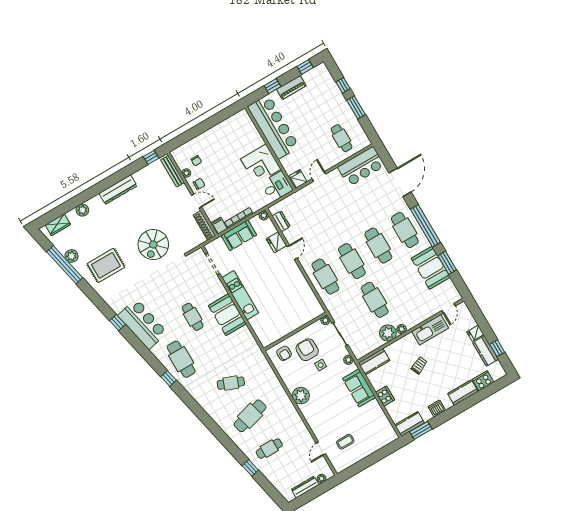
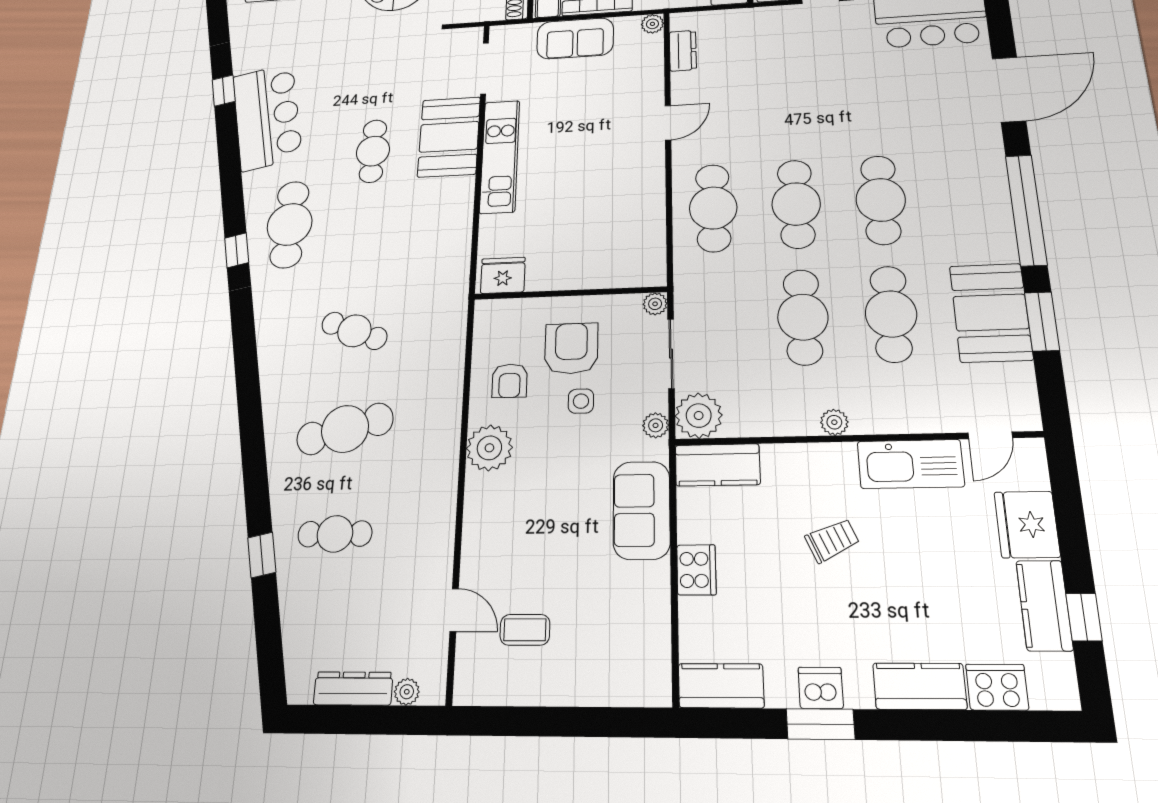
cafe table: (405, 230) -> (891, 314), moved
fridge: (276, 242) -> (503, 275), moved, turned 90
booth: (227, 315) -> (449, 137), moved
plant: (388, 333) -> (699, 416), moved
fridge: (475, 333) -> (1027, 525), width x1.88, depth x1.34
armchair: (284, 353) -> (510, 381), moved
window: (421, 430) -> (820, 724), moved
door: (321, 449) -> (454, 610), swing flipped

